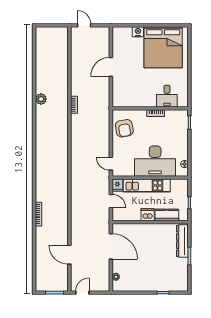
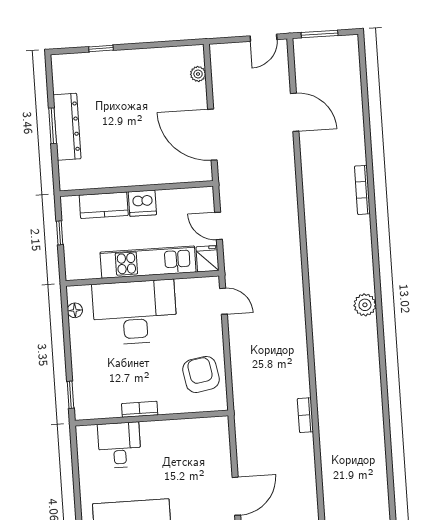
plant: (41, 99) -> (365, 305), moved
dresser: (182, 241) -> (67, 127), moved

